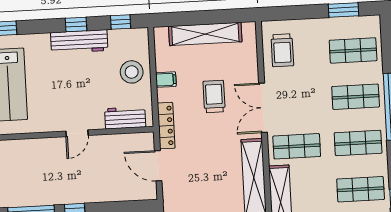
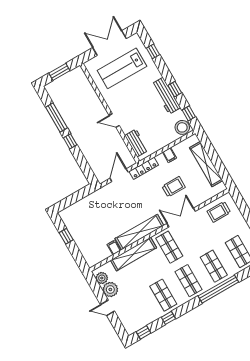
stool: (132, 72) -> (182, 127), moved

